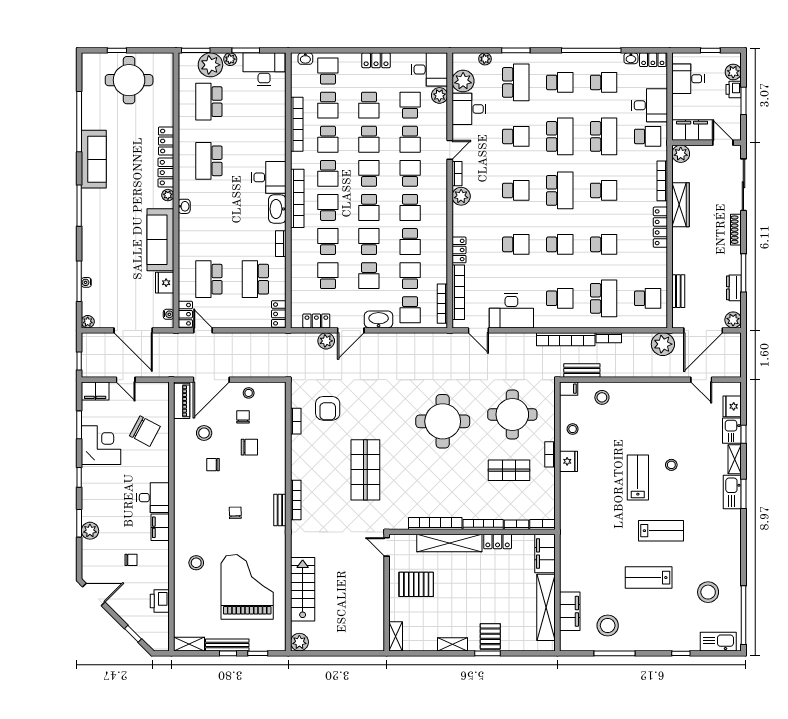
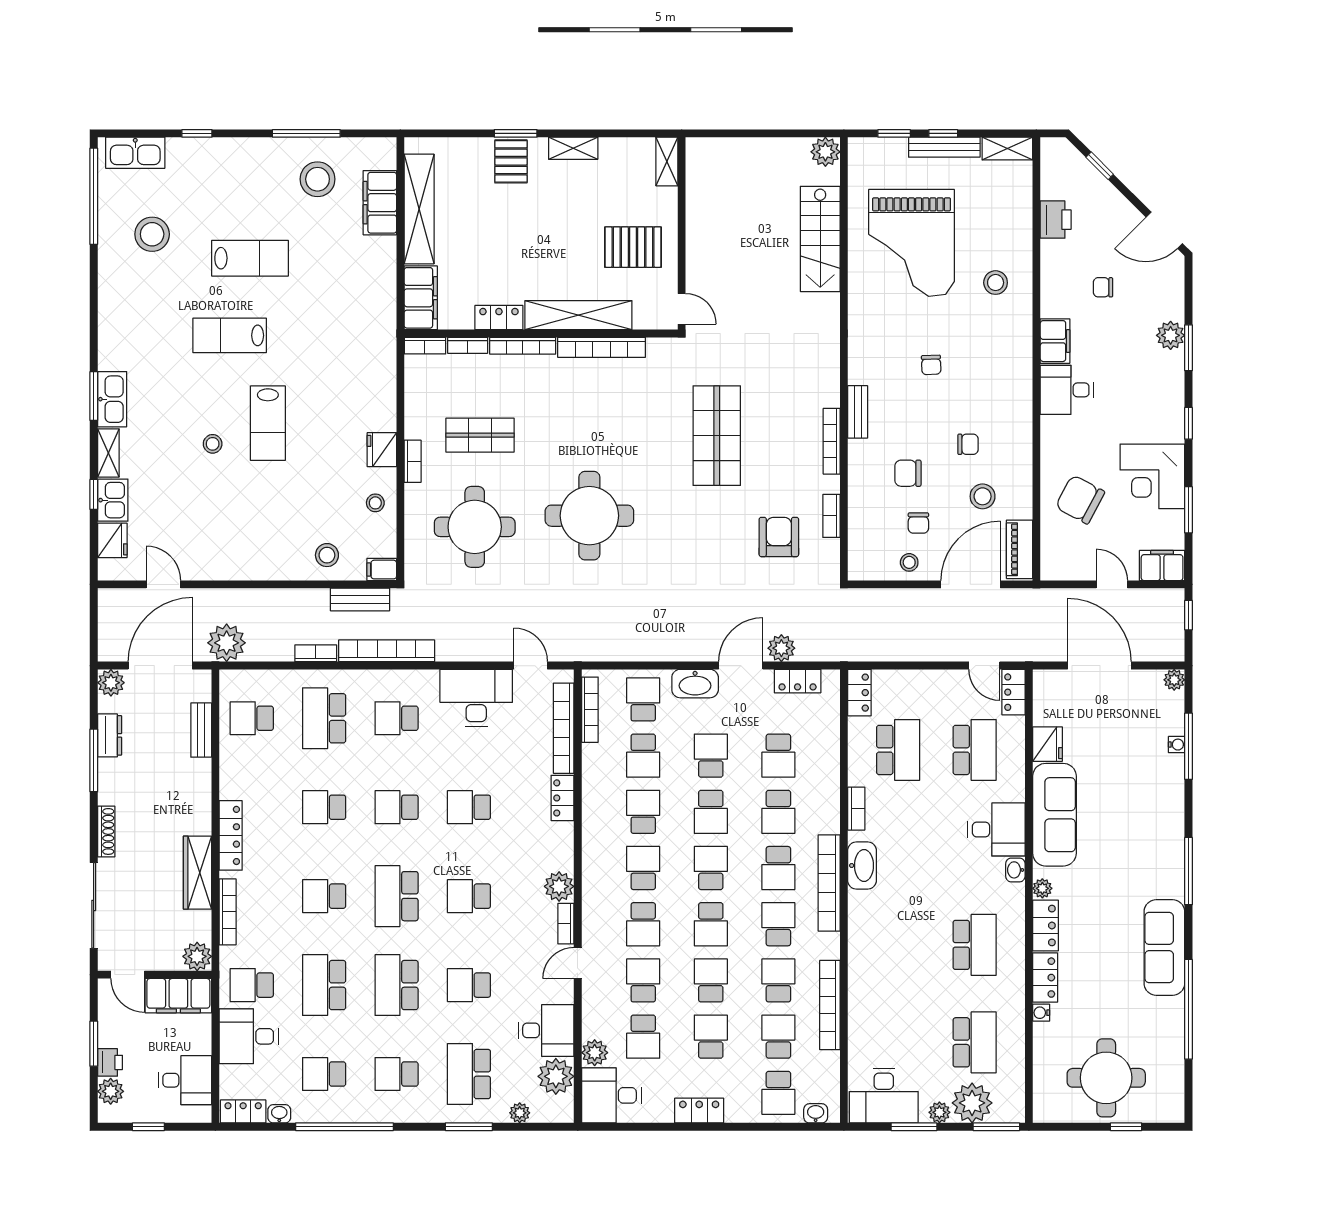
desk: (269, 177) -> (996, 829), moved, turned 180
water cooler: (169, 314) -> (1041, 1013), moved
bookcase: (296, 500) -> (832, 441), moved
bench: (280, 510) -> (858, 412), moved

